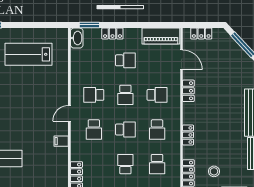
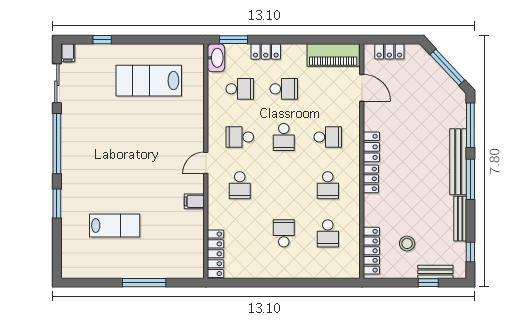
locker: (188, 91) -> (371, 147), moved
school desk: (125, 129) -> (240, 89), moved
locker: (188, 135) -> (371, 179), moved

